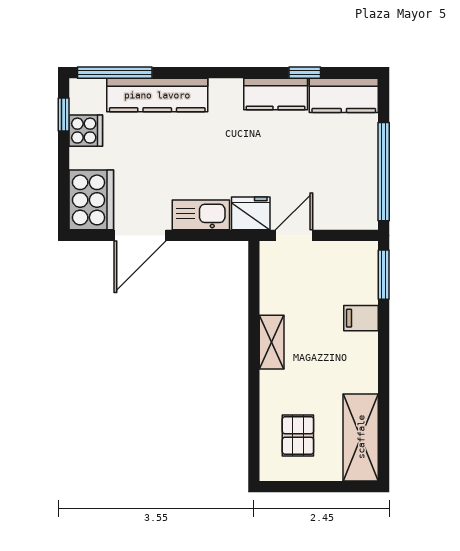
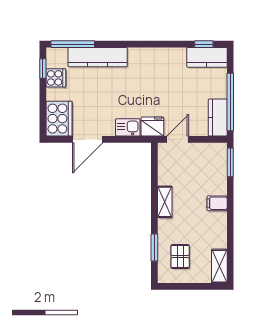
window: (305, 73) -> (204, 44), moved
kitchen counter: (276, 94) -> (218, 118), moved, turned 90
kitchen sink: (201, 215) -> (128, 127), width x0.73
filing cabinet: (361, 318) -> (217, 203), moved
window: (254, 420) -> (154, 247), added
shelving: (361, 437) -> (219, 266), width x0.67, depth x0.75

